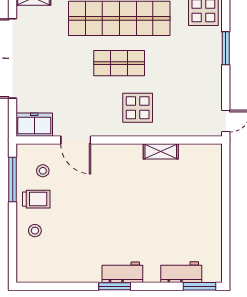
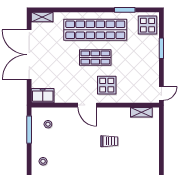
door: (76, 140) -> (87, 105), moved
shelving: (161, 151) -> (141, 112), moved
trolley: (36, 199) -> (109, 141), moved

